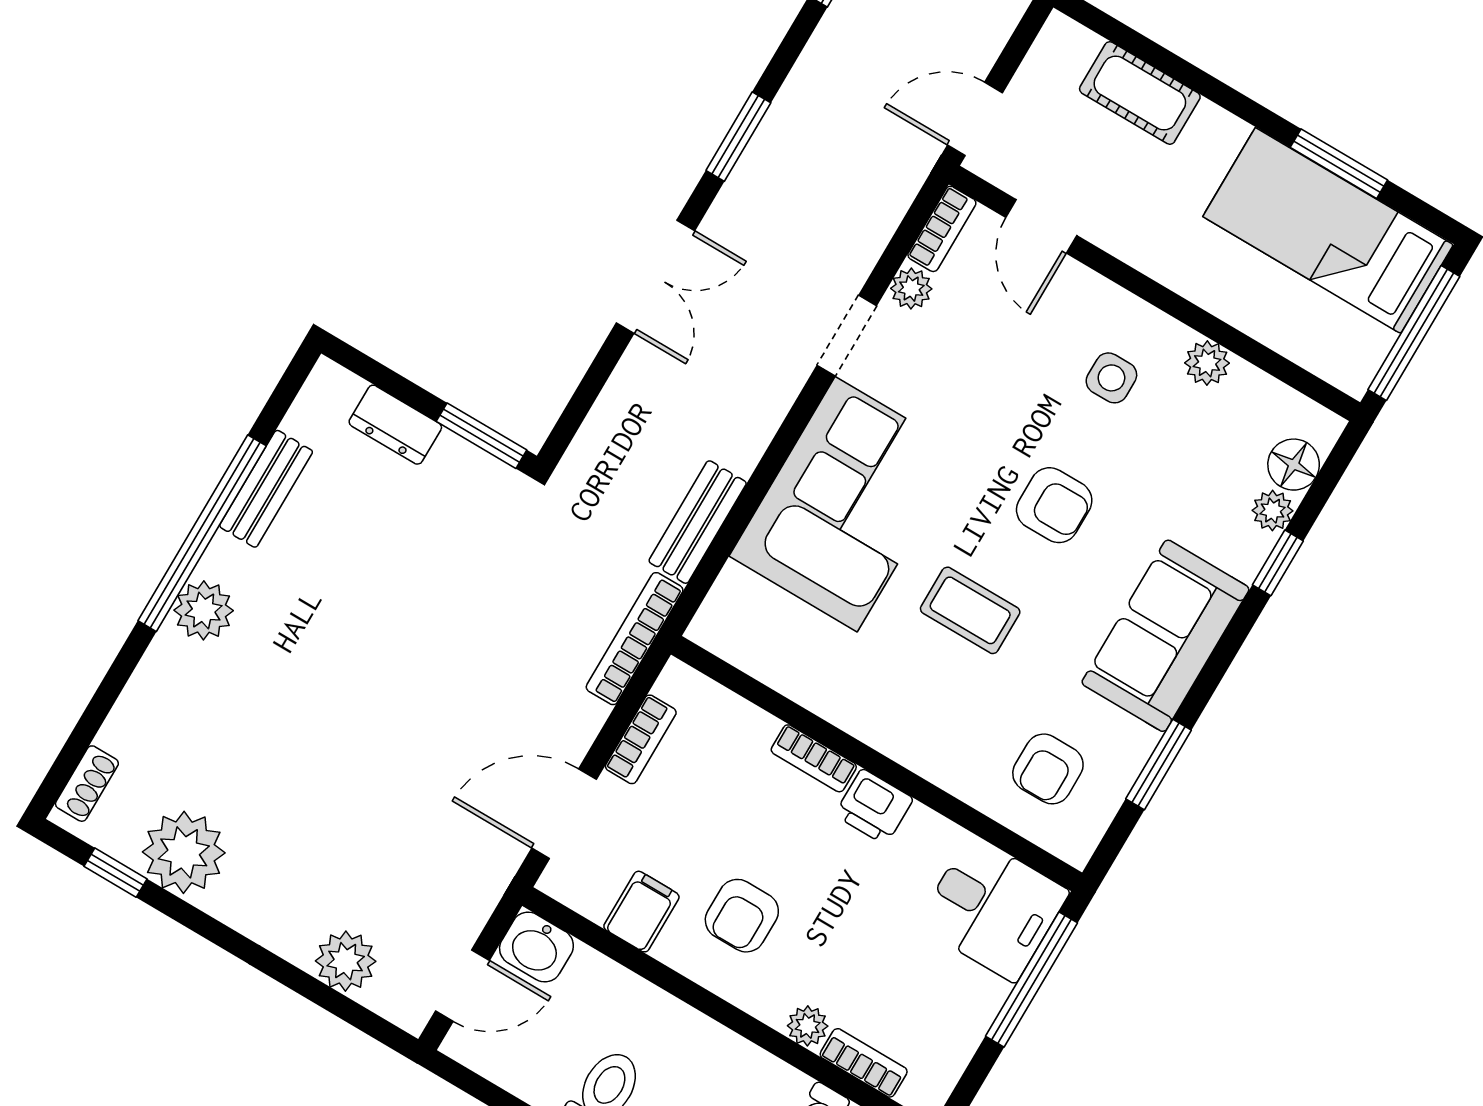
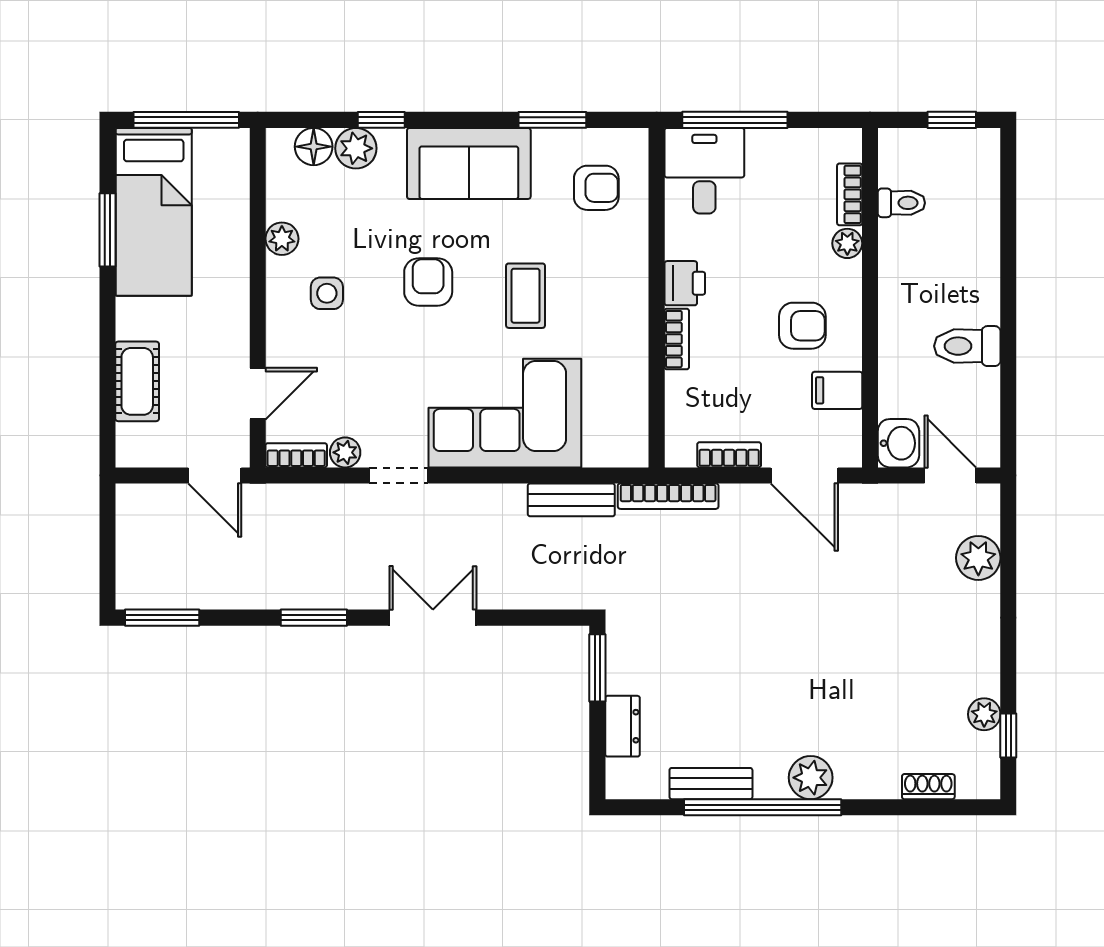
plant: (1273, 511) -> (356, 148), width x1.38, depth x1.38
shoe rack: (87, 784) -> (928, 787), moved
plant: (184, 852) -> (984, 714), width x0.53, depth x0.53

